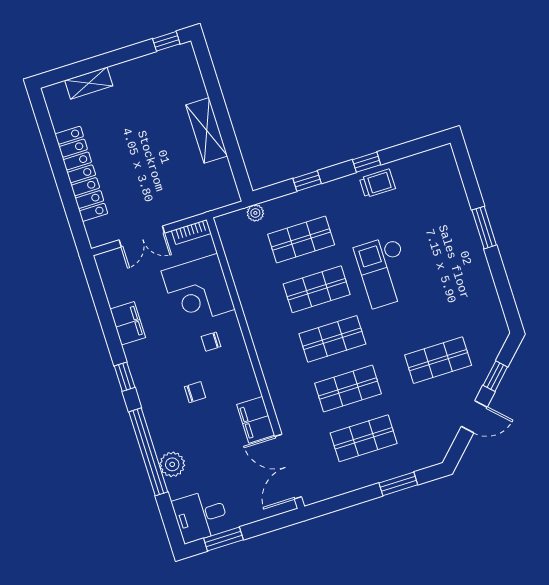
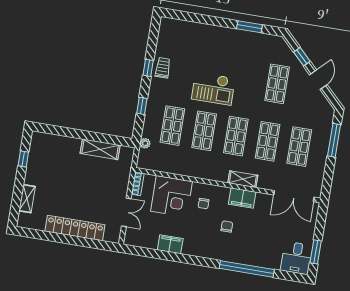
window: (166, 41) -> (23, 159), moved
shelving: (207, 130) -> (100, 149), moved
window: (484, 228) -> (249, 27), moved
window: (125, 377) -> (199, 261), removed
shelving: (275, 381) -> (243, 179), added
filing cabinet: (256, 420) -> (242, 198), moved
plant: (172, 464) -> (260, 259), removed
window: (398, 484) -> (334, 140), width x1.44

